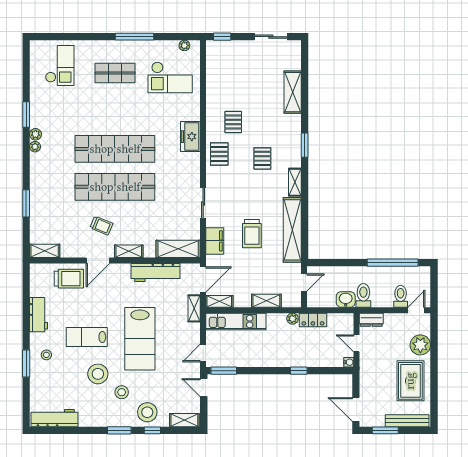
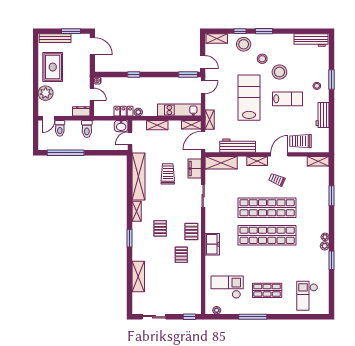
washbasin: (346, 299) -> (121, 126), moved

